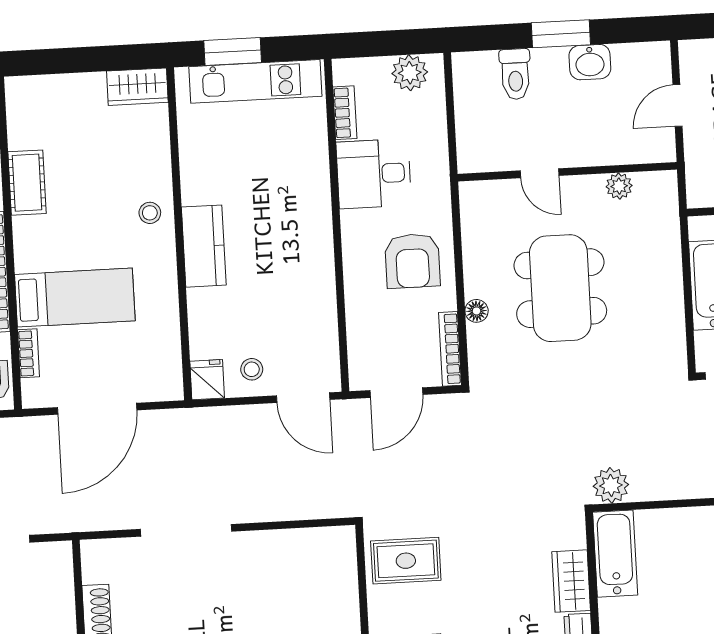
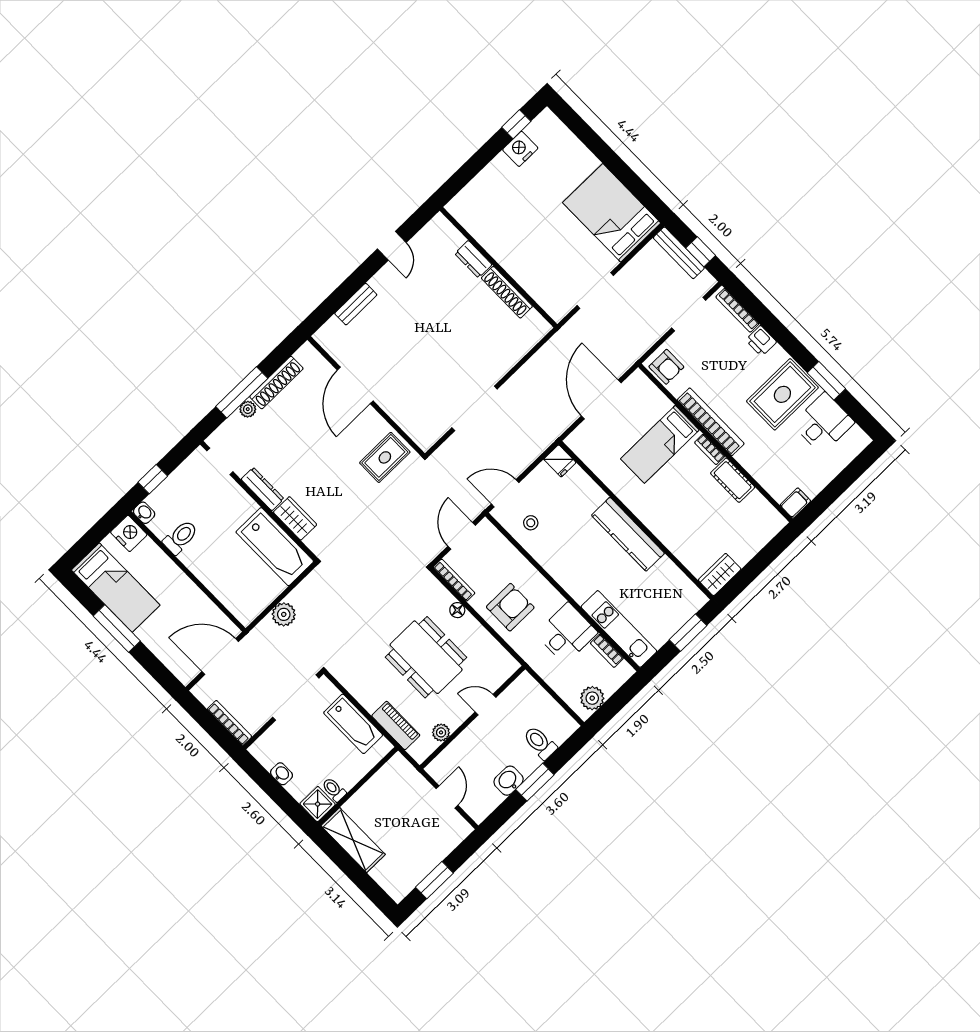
kitchen unit: (255, 81) -> (619, 629), moved, turned 90
stool: (150, 213) -> (659, 518), removed
piano: (664, 240) -> (396, 726), added
kitchen counter: (204, 246) -> (628, 534), width x1.50
armchair: (412, 261) -> (510, 607), turned 90
bookcase: (29, 353) -> (710, 449), moved
stool: (252, 369) -> (531, 523), moved
plant: (611, 485) -> (284, 614), moved
doorway: (186, 530) -> (475, 408), moved
bathtub: (615, 554) -> (275, 547), width x1.36, depth x1.36

